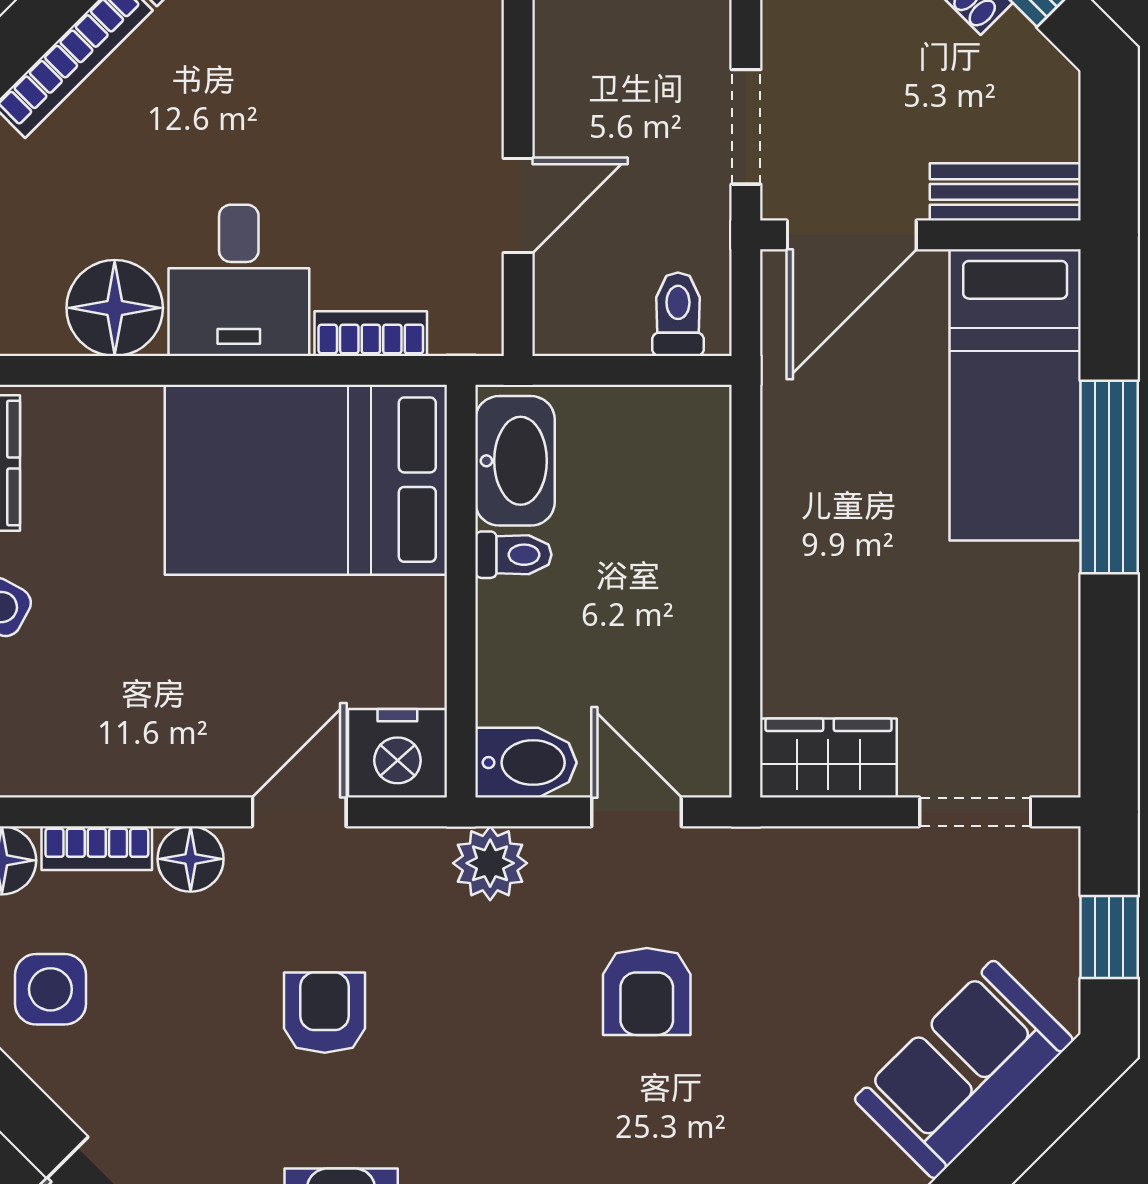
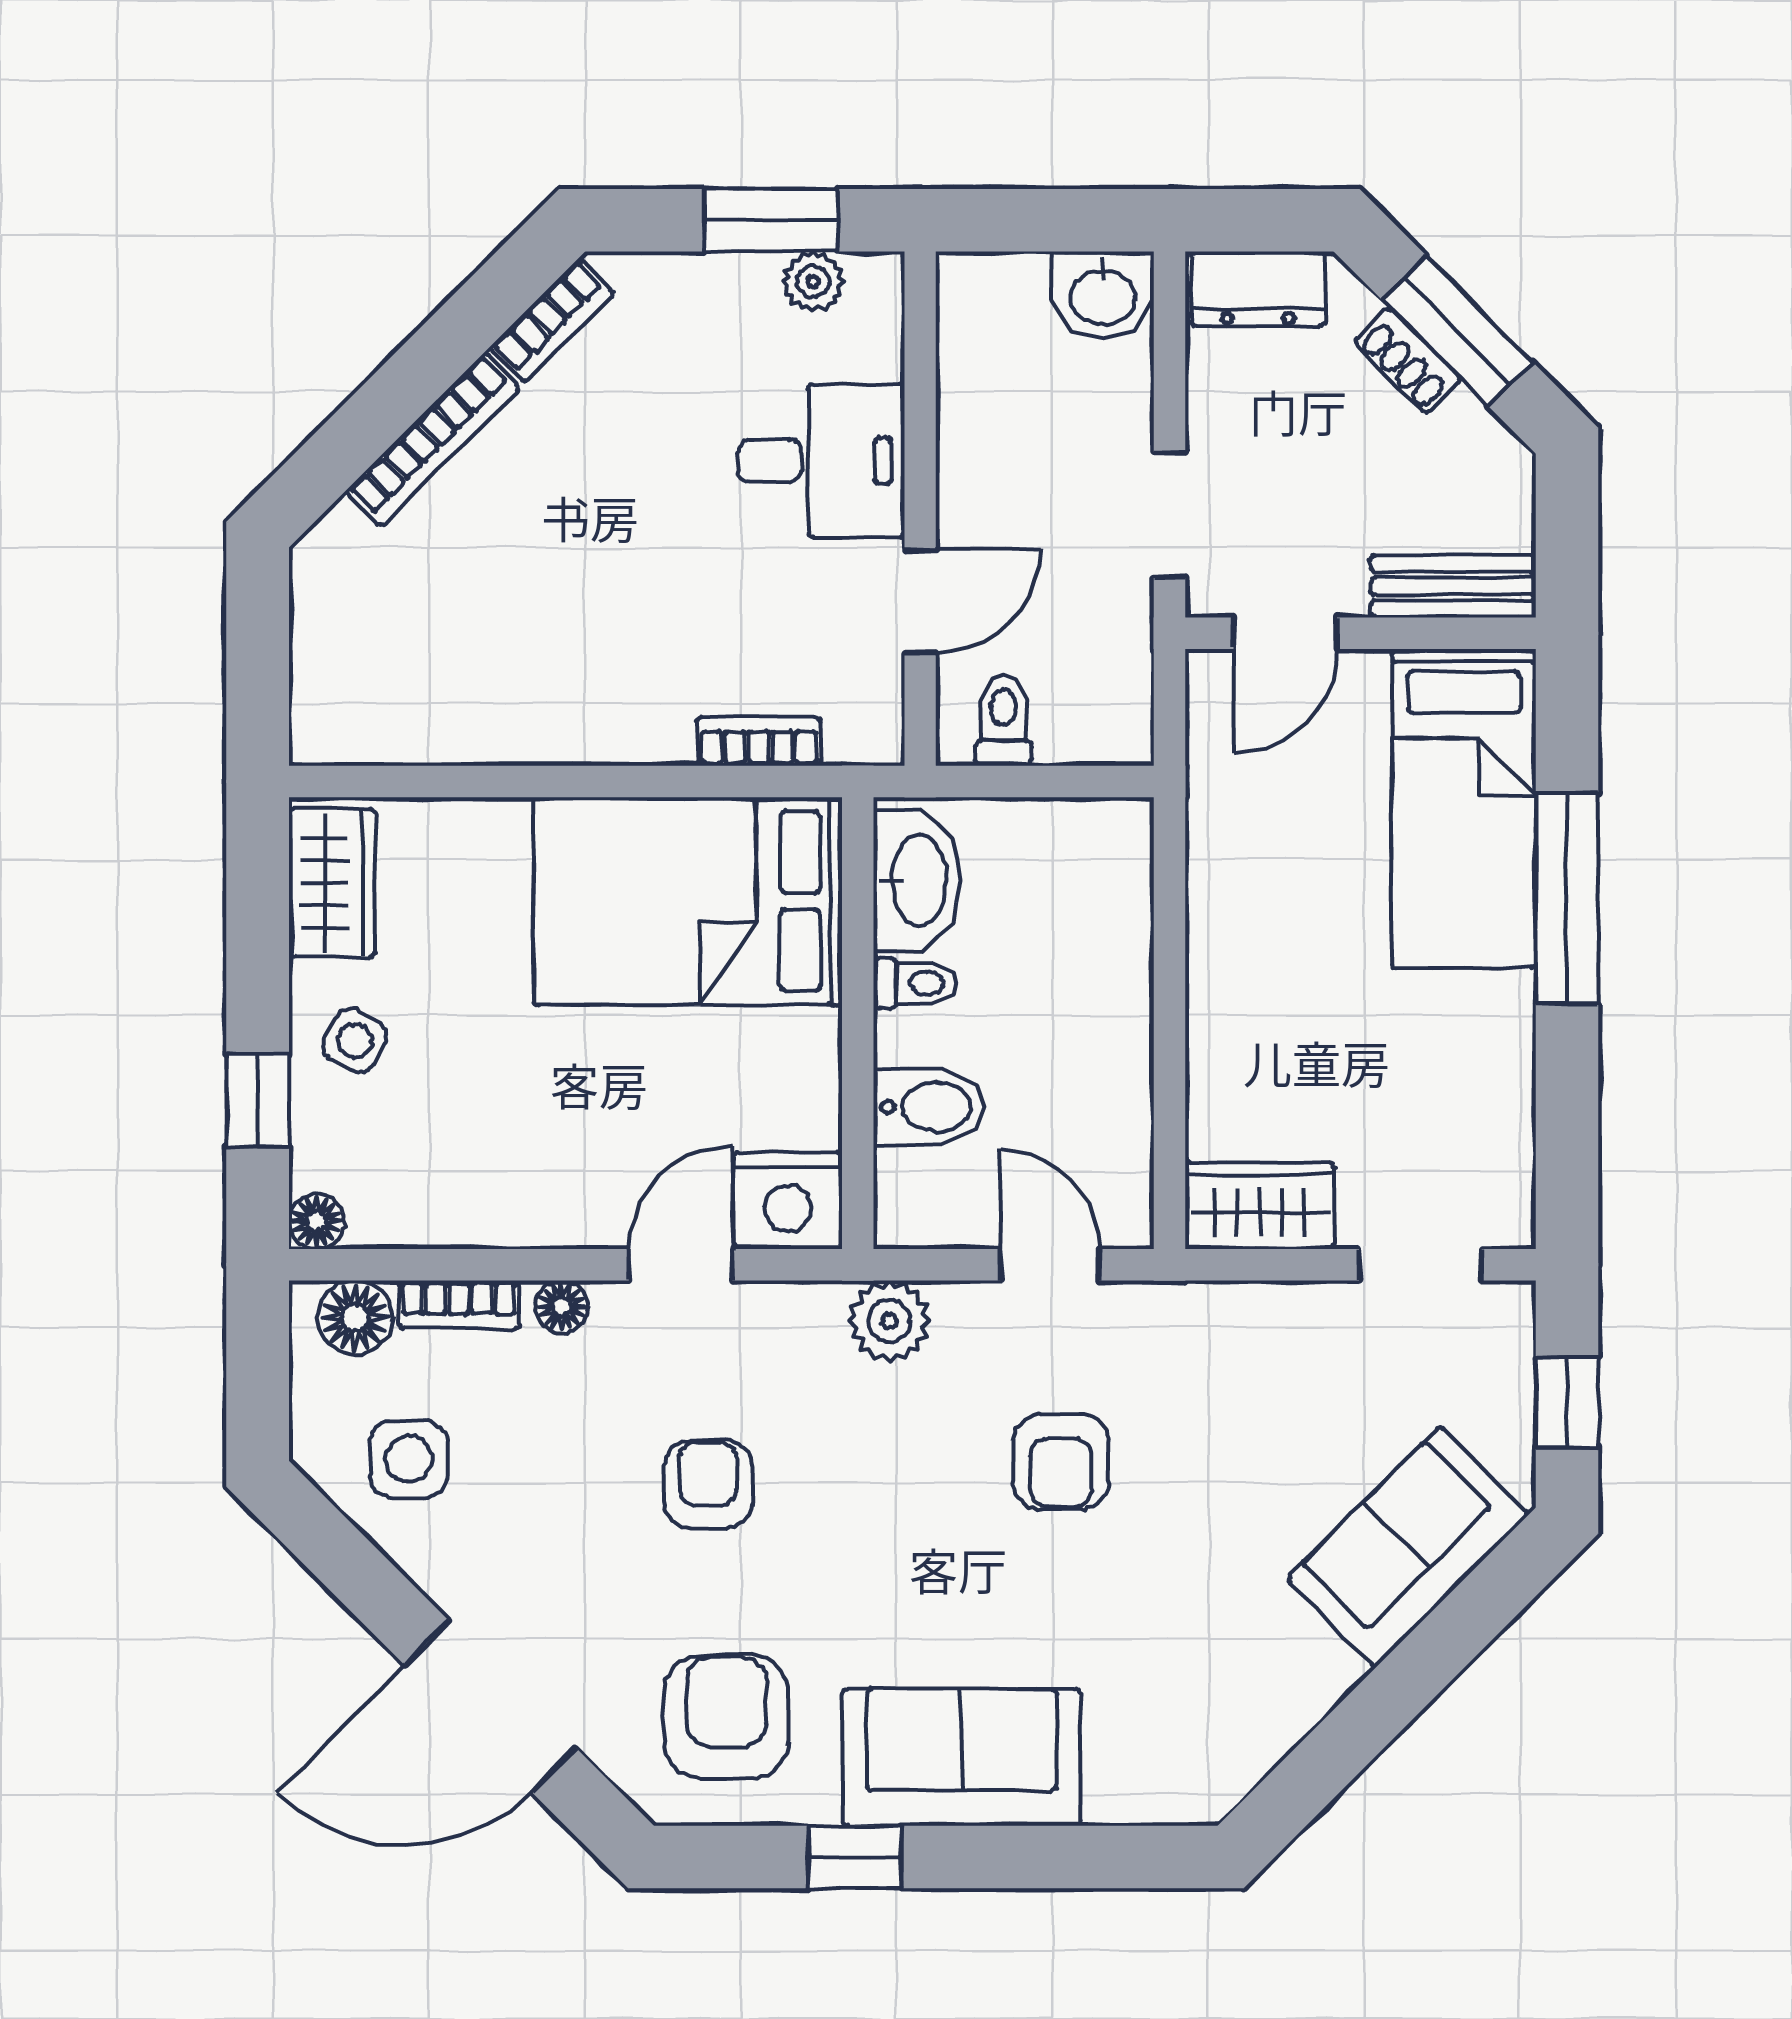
door: (852, 235) -> (1285, 633), width x0.73
desk: (239, 280) -> (822, 461), moved, turned -90
floor lamp: (115, 308) -> (479, 713), removed
toilet: (678, 314) -> (1003, 720), moved
bidet: (526, 763) -> (929, 1107), moved
floor lamp: (191, 859) -> (562, 1307), width x0.73, depth x0.73

